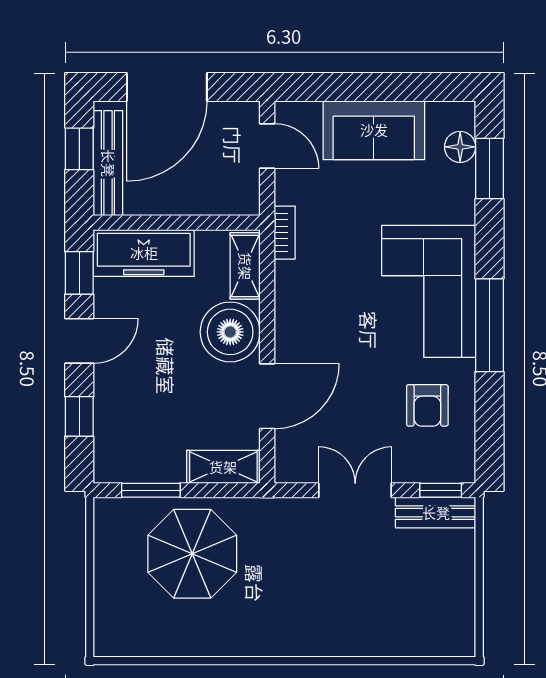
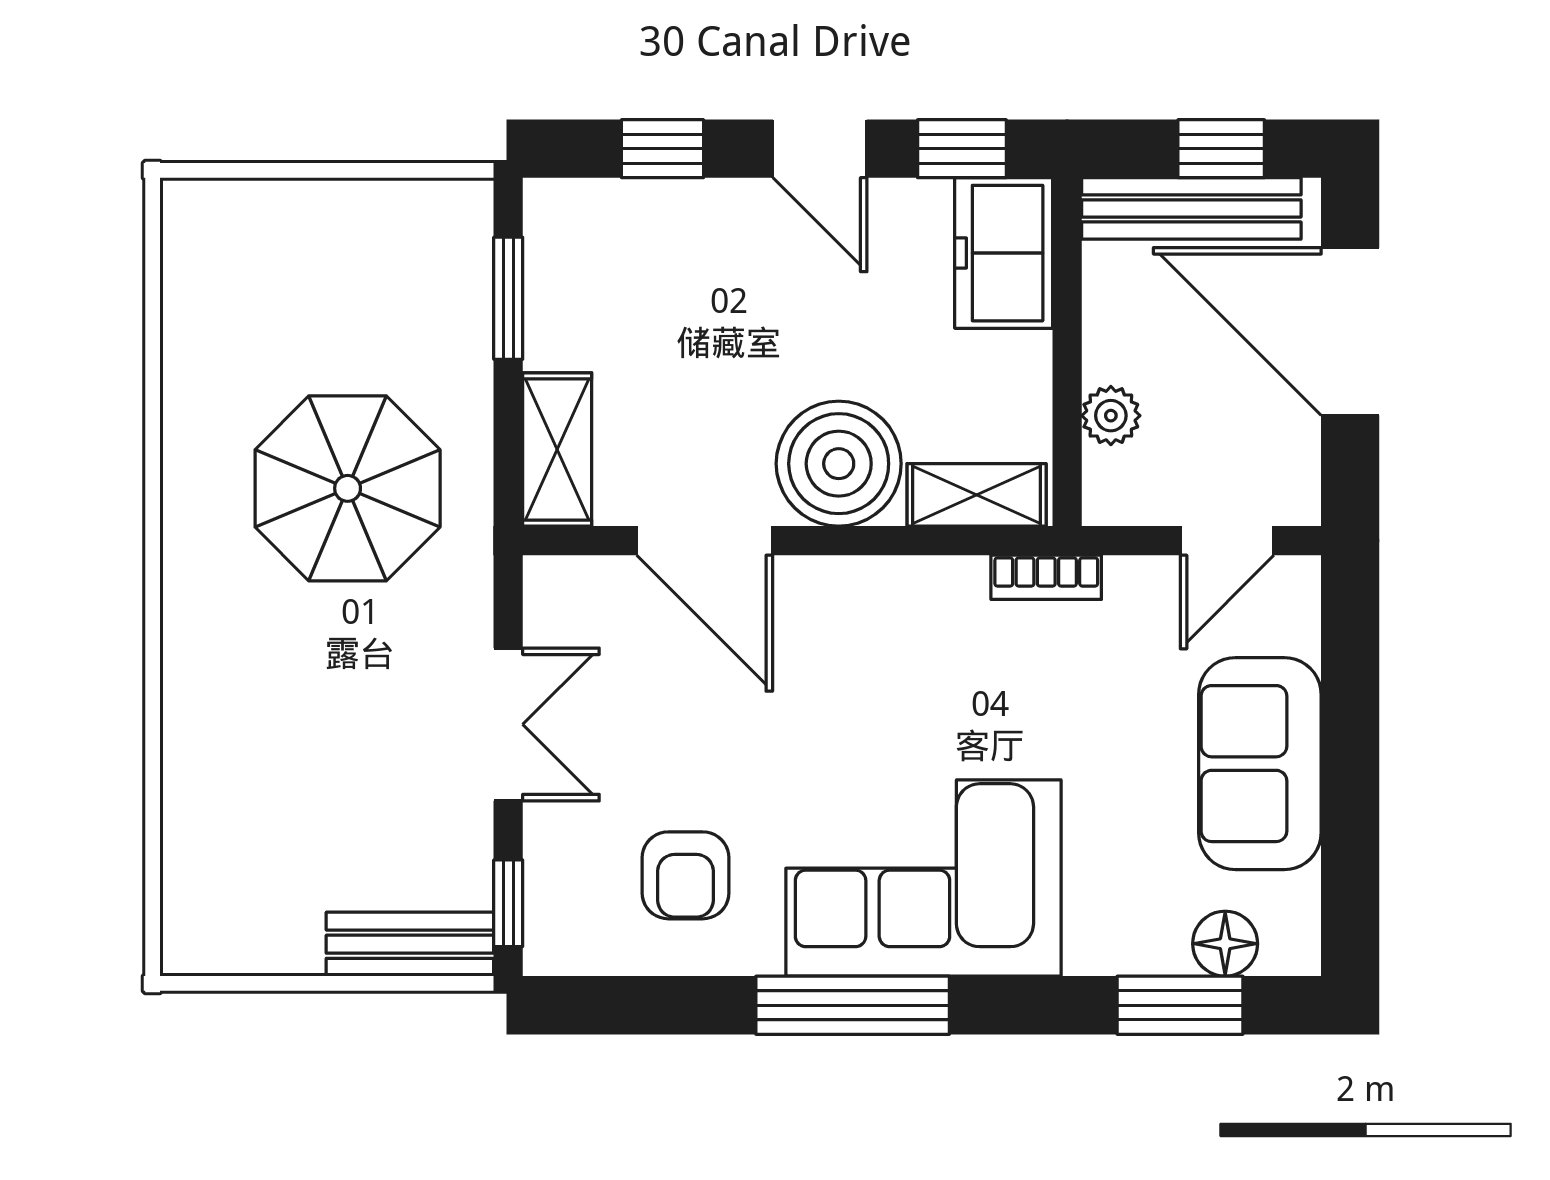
plant: (207, 202) -> (1111, 416), added
freezer: (144, 253) -> (1004, 253), width x0.71
armchair: (427, 405) -> (685, 875), turned -90
bench: (436, 513) -> (410, 944), moved, turned 90
parasol: (192, 554) -> (348, 488), moved

